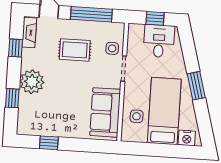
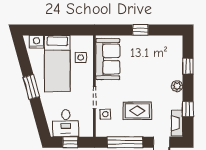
plant: (32, 82) -> (177, 86), width x0.53, depth x0.53
window: (49, 143) -> (140, 30), moved

